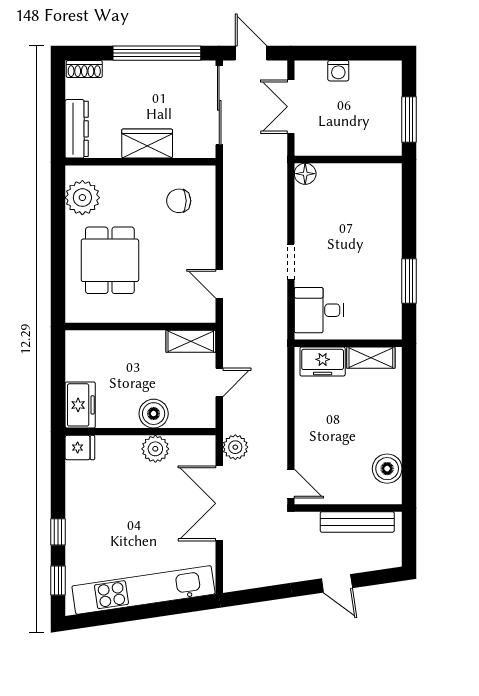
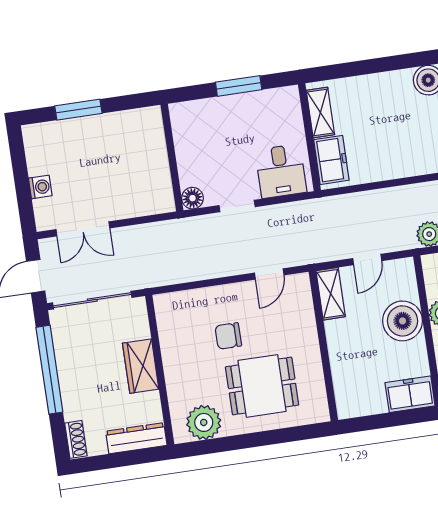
wall: (348, 159) -> (172, 158), moved
floor lamp: (305, 174) -> (192, 198), moved
chair: (179, 201) -> (228, 336), moved, turned 90
door: (219, 382) -> (367, 260), swing flipped
boiler: (154, 414) -> (403, 321), width x1.37, depth x1.37

